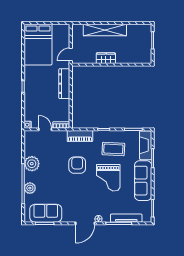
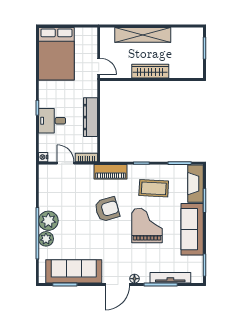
door: (71, 54) -> (99, 66), swing flipped
wardrobe: (106, 58) -> (150, 71), width x1.50
dresser: (64, 84) -> (90, 117), moved
desk: (35, 97) -> (52, 121), added
plant: (32, 164) -> (48, 221), moved
armchair: (77, 165) -> (107, 209), turned 74
grand piano: (108, 178) -> (147, 226), turned 180
sofa: (46, 213) -> (74, 271), width x1.36

